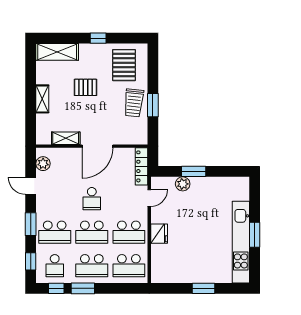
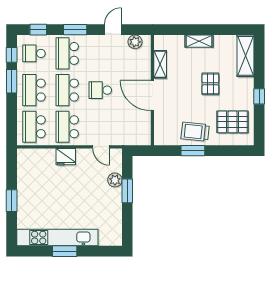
locker: (141, 166) -> (132, 139), removed

